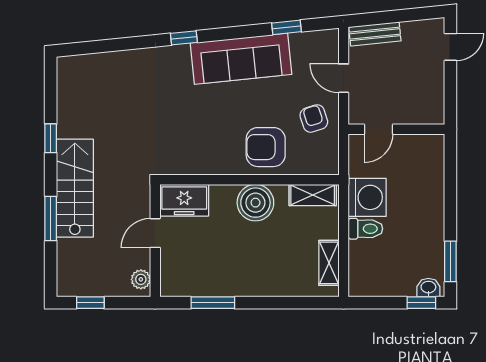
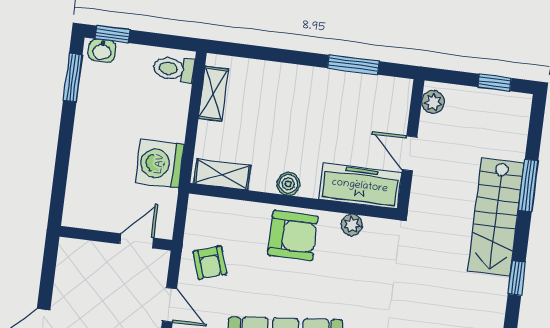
armchair: (266, 147) -> (293, 236), moved
plant: (197, 166) -> (352, 225), added
freezer: (184, 200) -> (360, 186), width x1.40
boiler: (255, 203) -> (288, 184), width x0.54, depth x0.54
toilet: (365, 229) -> (174, 69), moved
door: (155, 233) -> (410, 153), swing flipped

